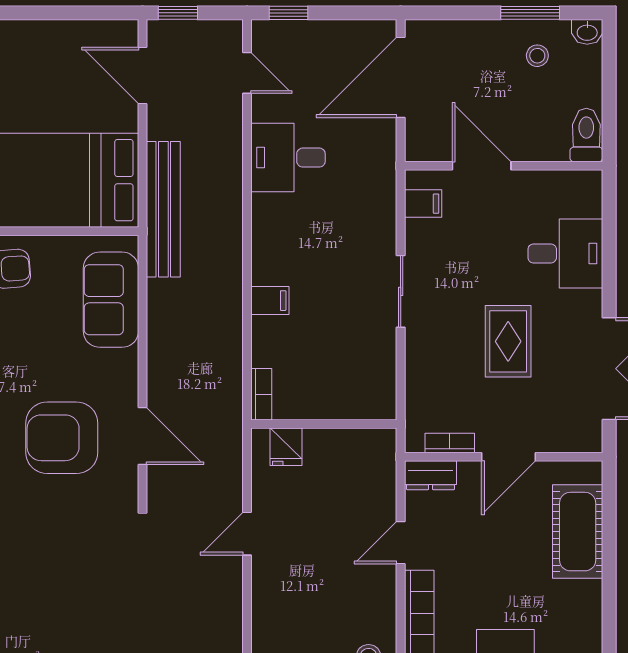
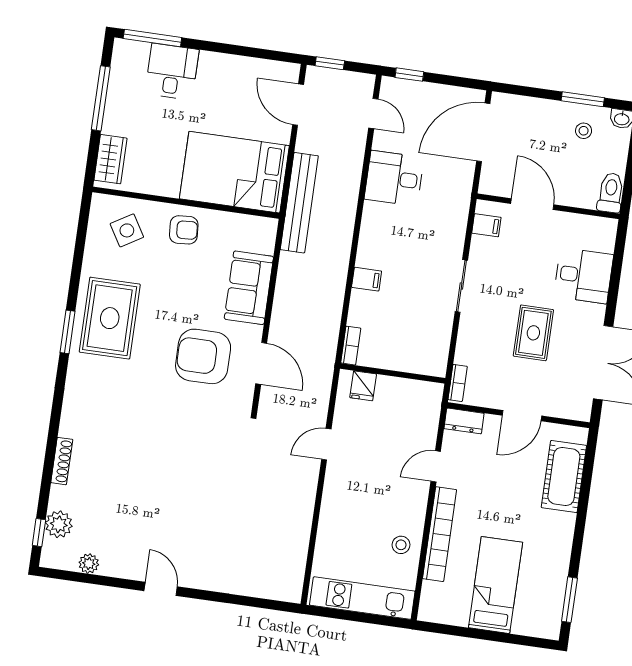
sofa: (111, 300) -> (249, 288), moved
bookcase: (450, 443) -> (458, 383), moved, turned 90

